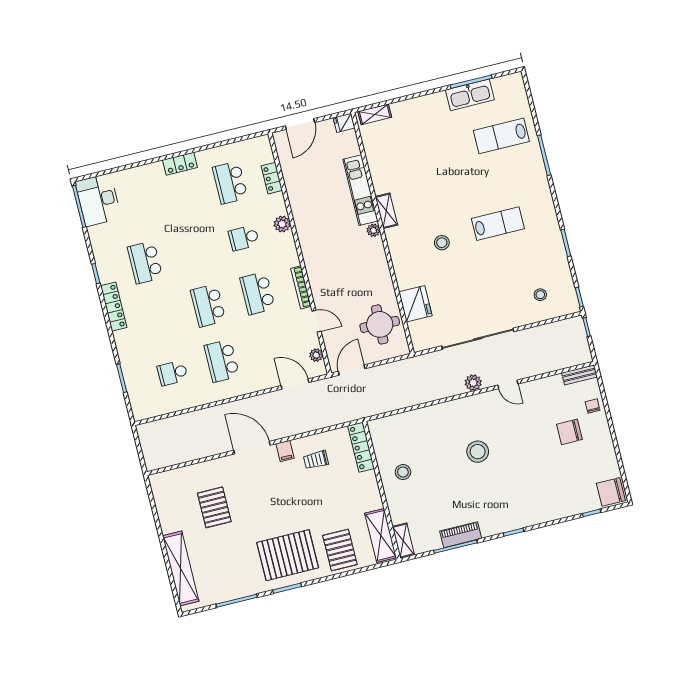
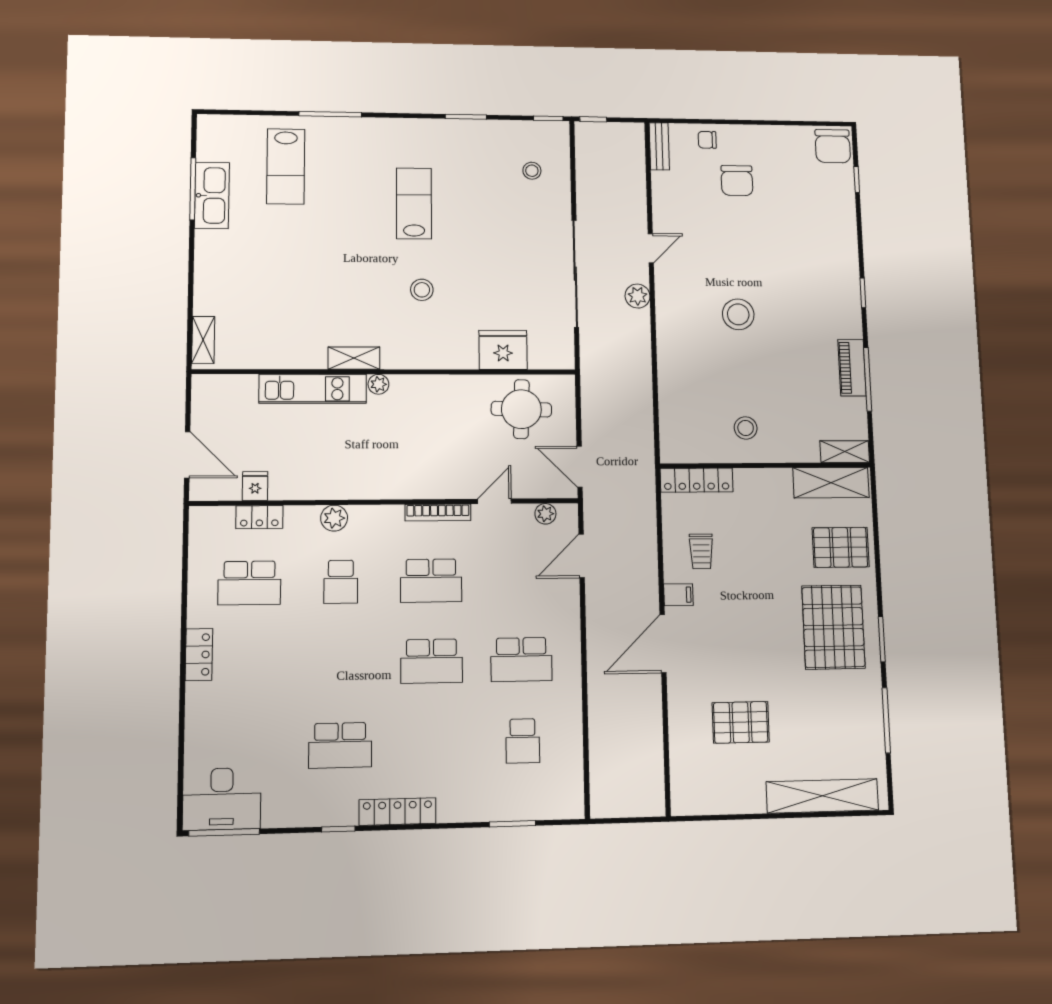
fridge: (344, 123) -> (255, 486), moved, turned 180

